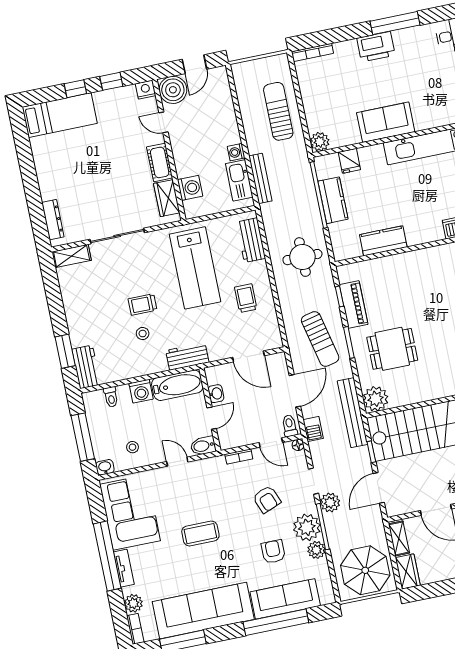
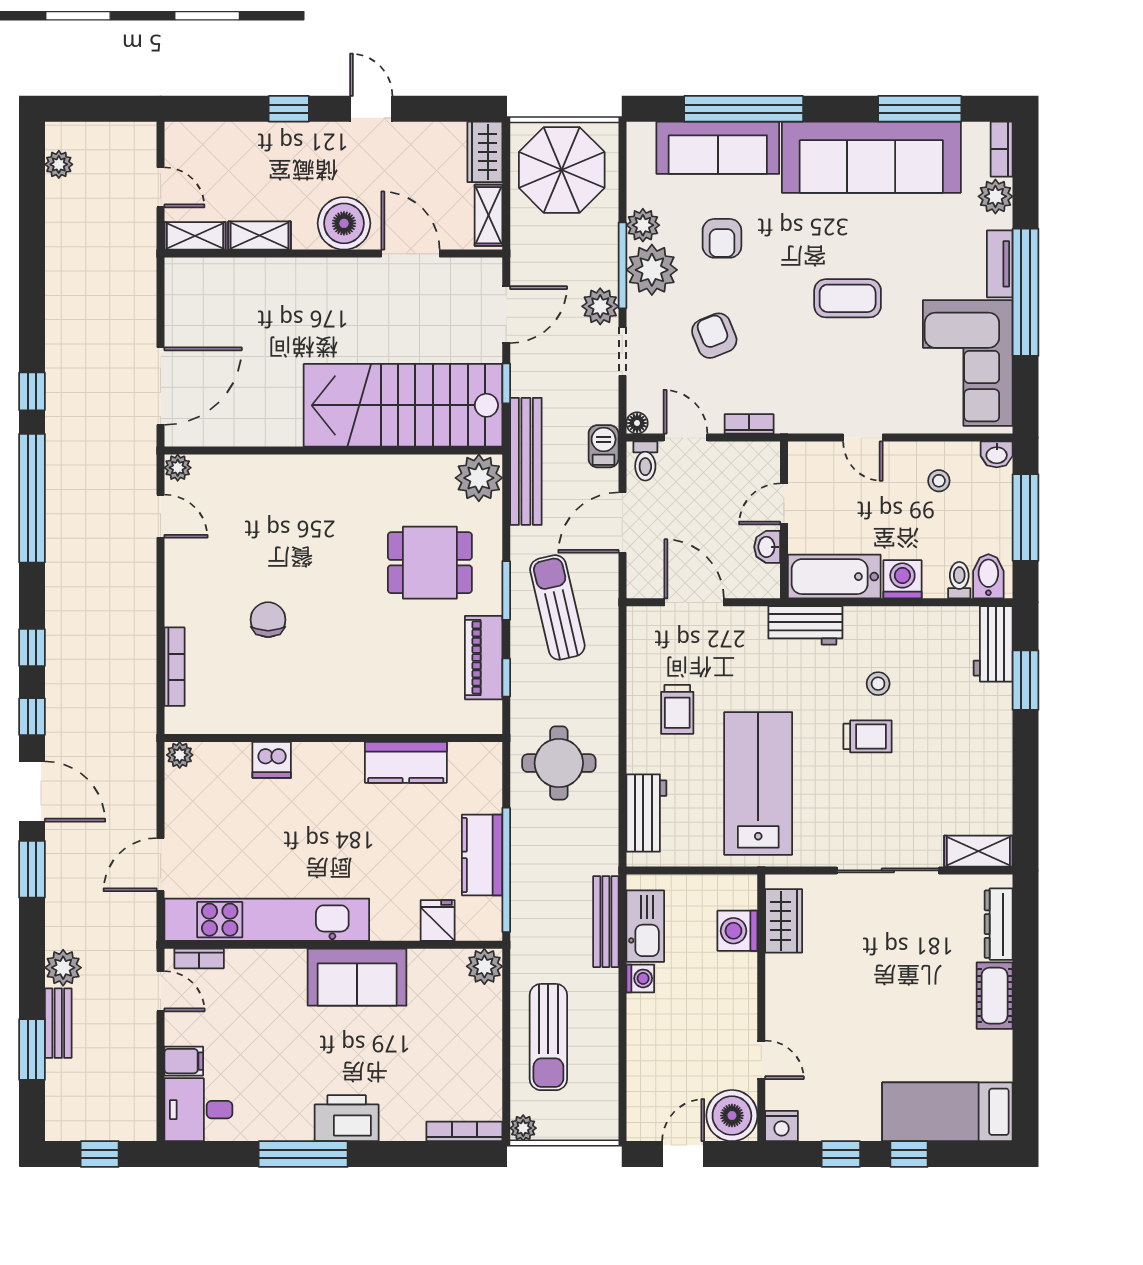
plant: (282, 61) -> (523, 1128), added
cot: (160, 162) -> (995, 996), moved
bidet: (203, 446) -> (988, 576), moved, turned -90

